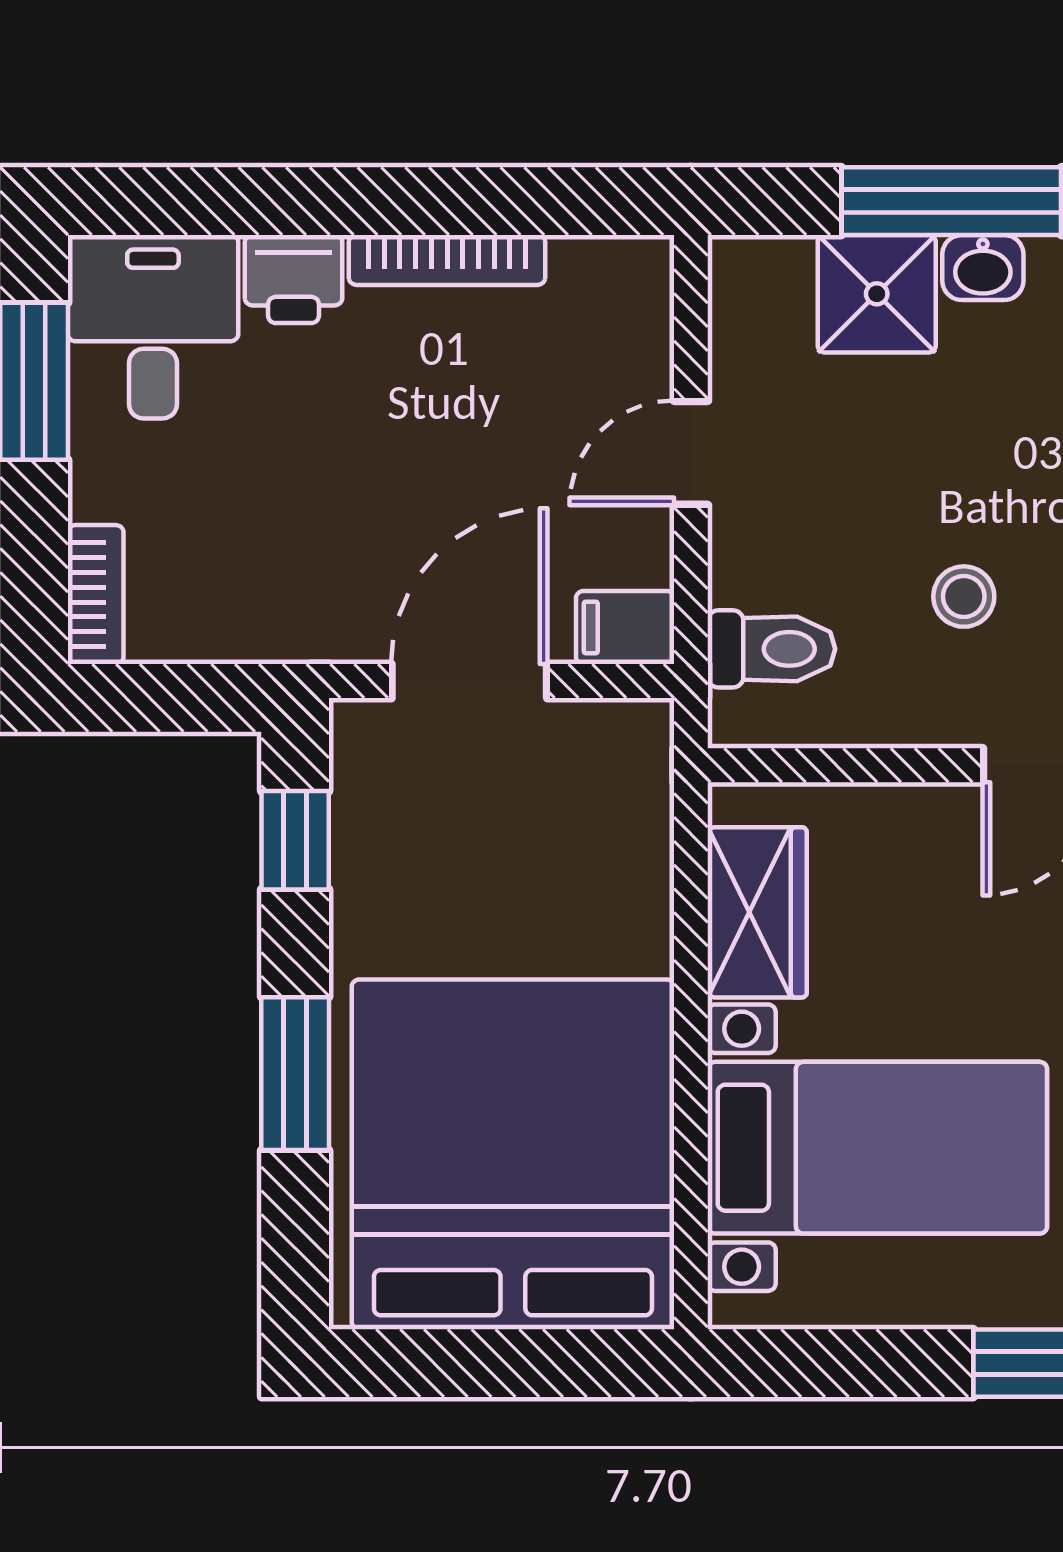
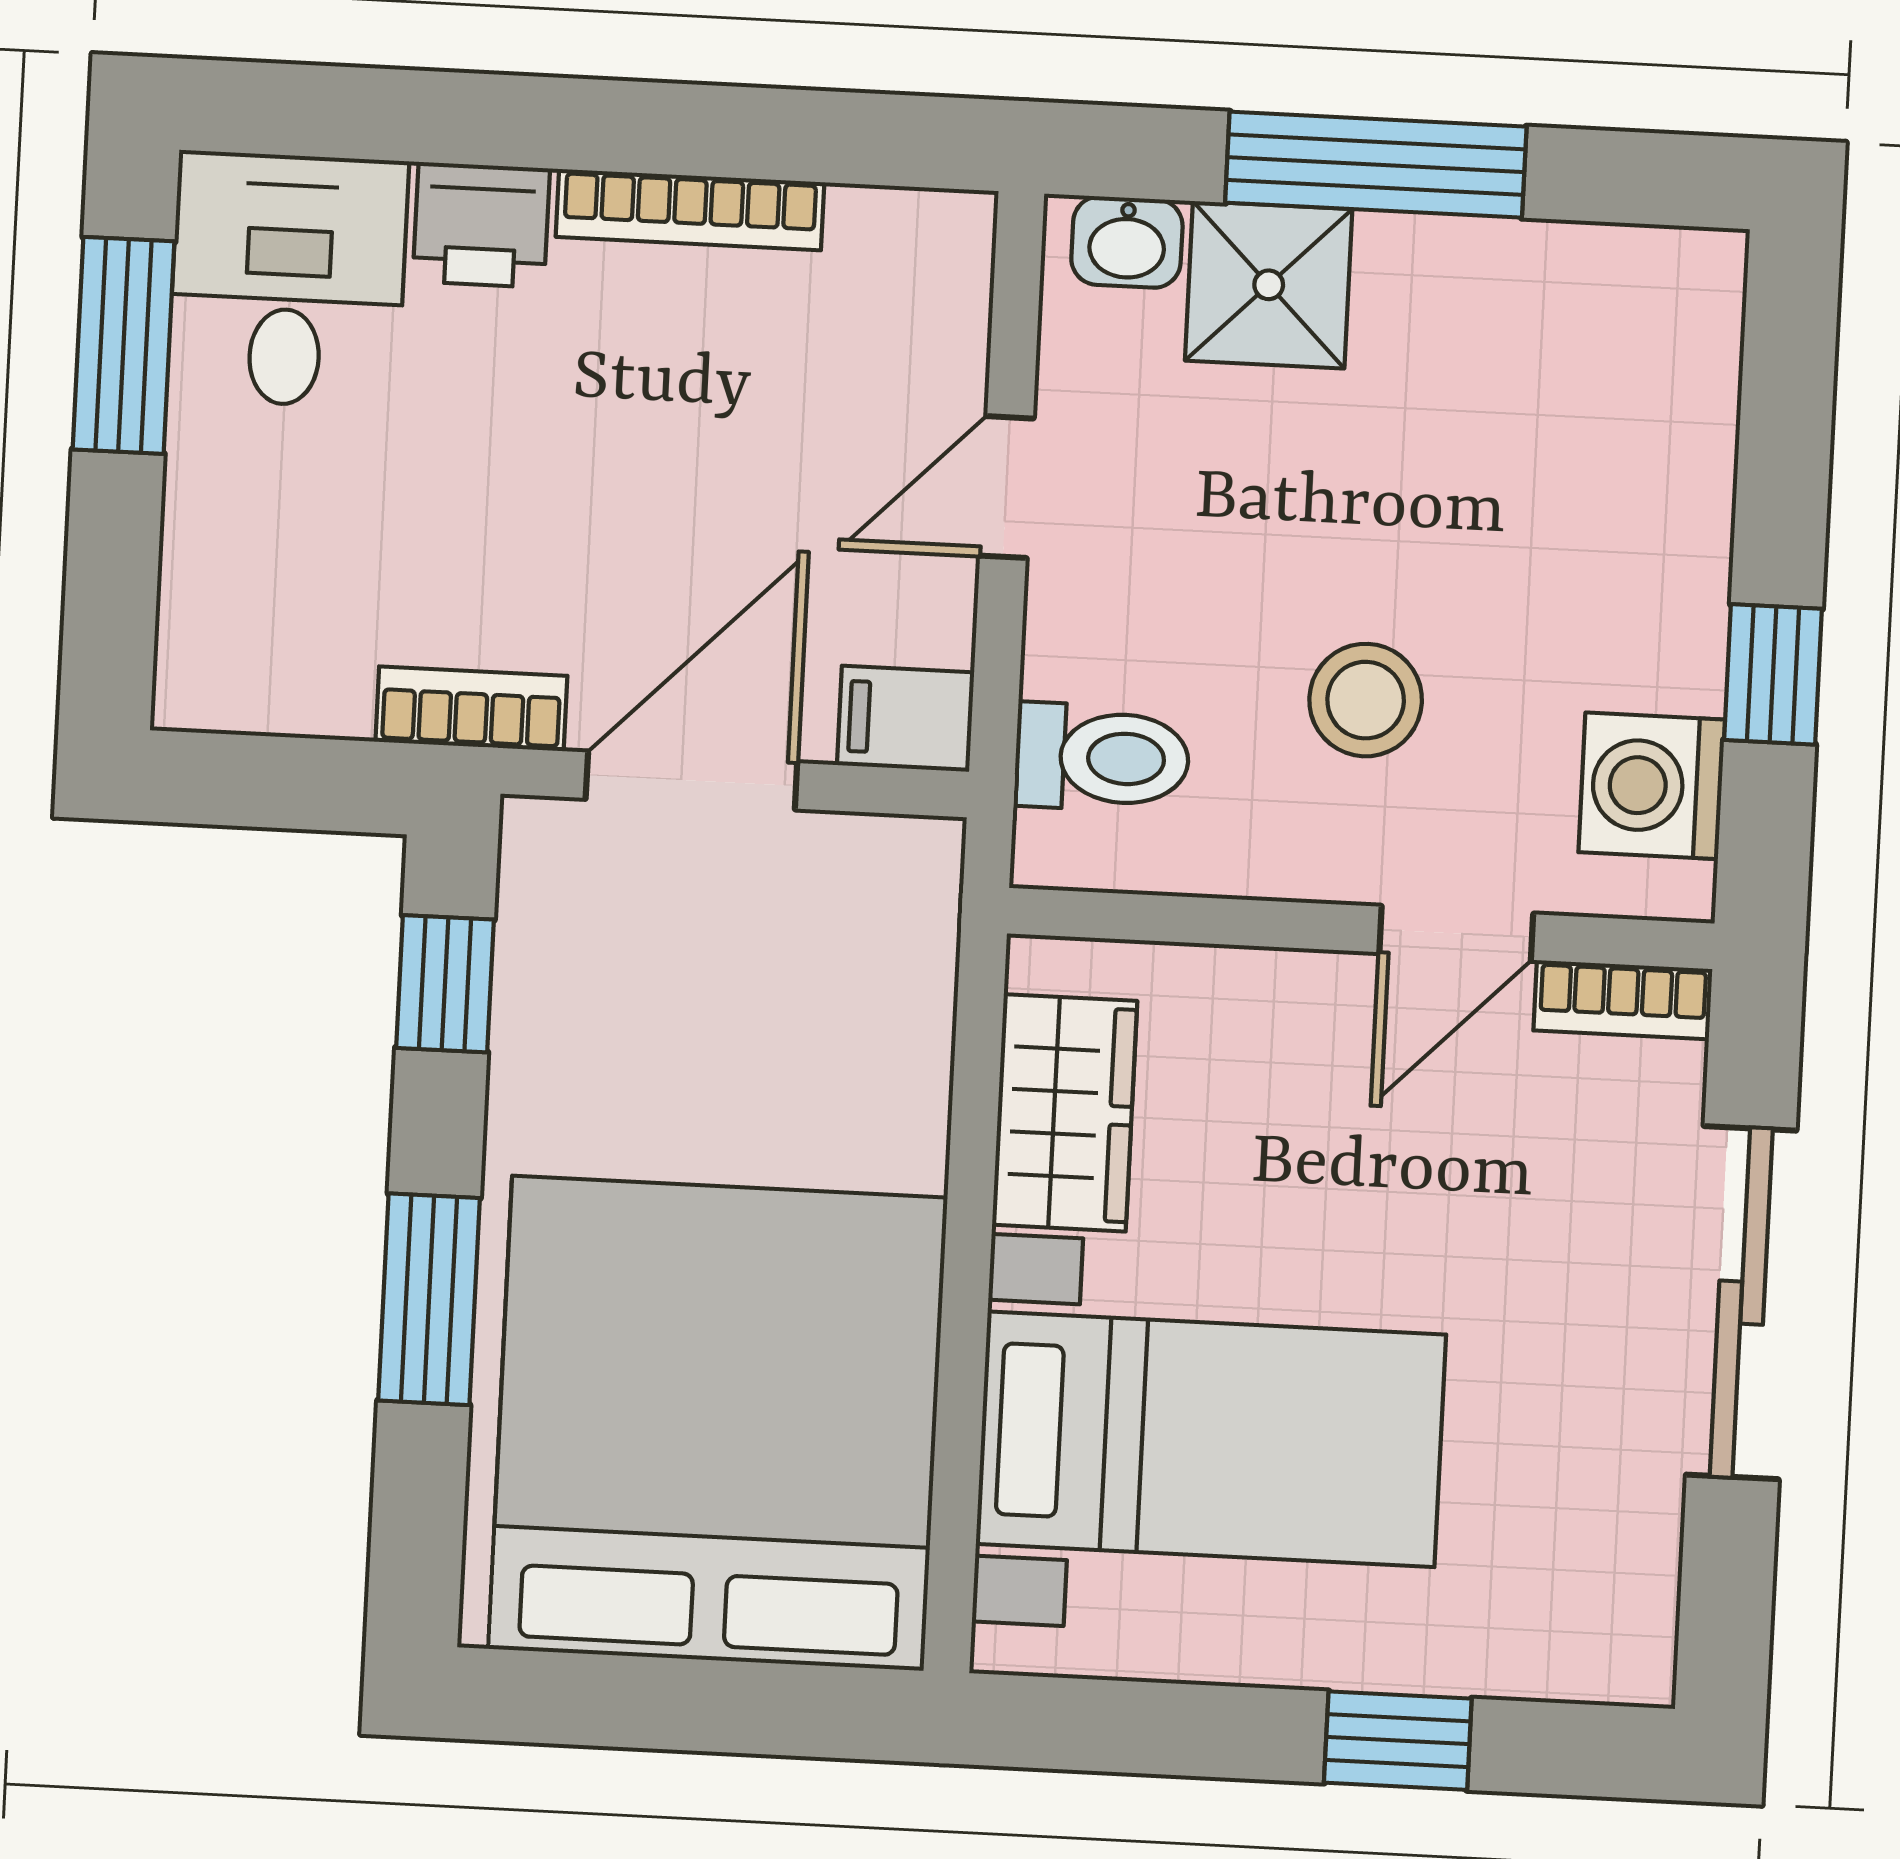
washbasin: (983, 268) -> (1127, 242), moved
bookcase: (96, 595) -> (471, 709), moved, turned -90
stool: (964, 597) -> (1366, 700), width x1.37, depth x1.37

